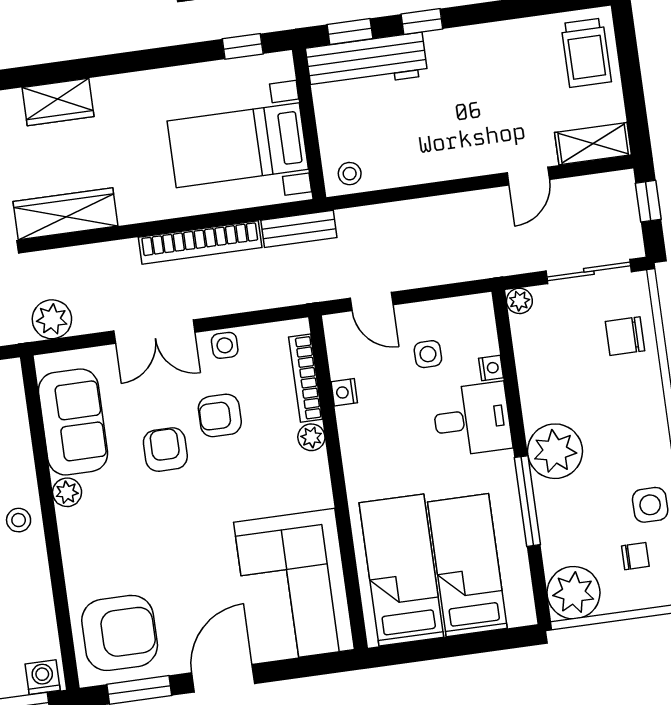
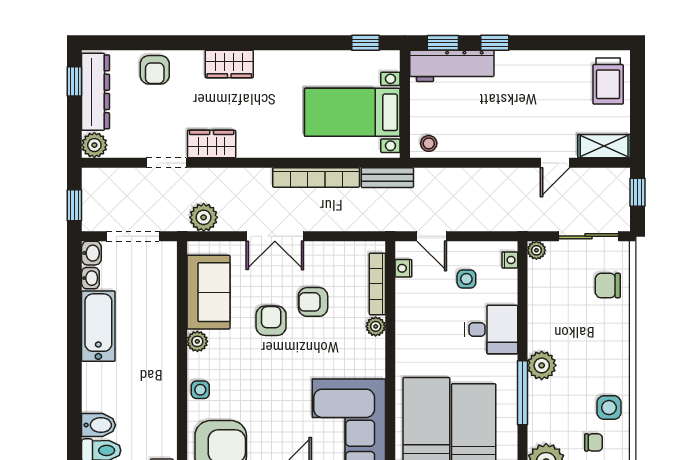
wardrobe: (66, 214) -> (212, 144), width x0.67
side table: (225, 345) -> (200, 390), moved
nightstand: (491, 368) -> (510, 260), moved
nightstand: (344, 392) -> (403, 268), moved
plant: (555, 451) -> (542, 365), width x0.73, depth x0.73
stool: (19, 520) -> (160, 356), removed

